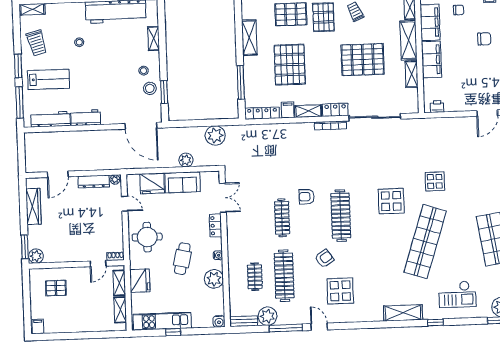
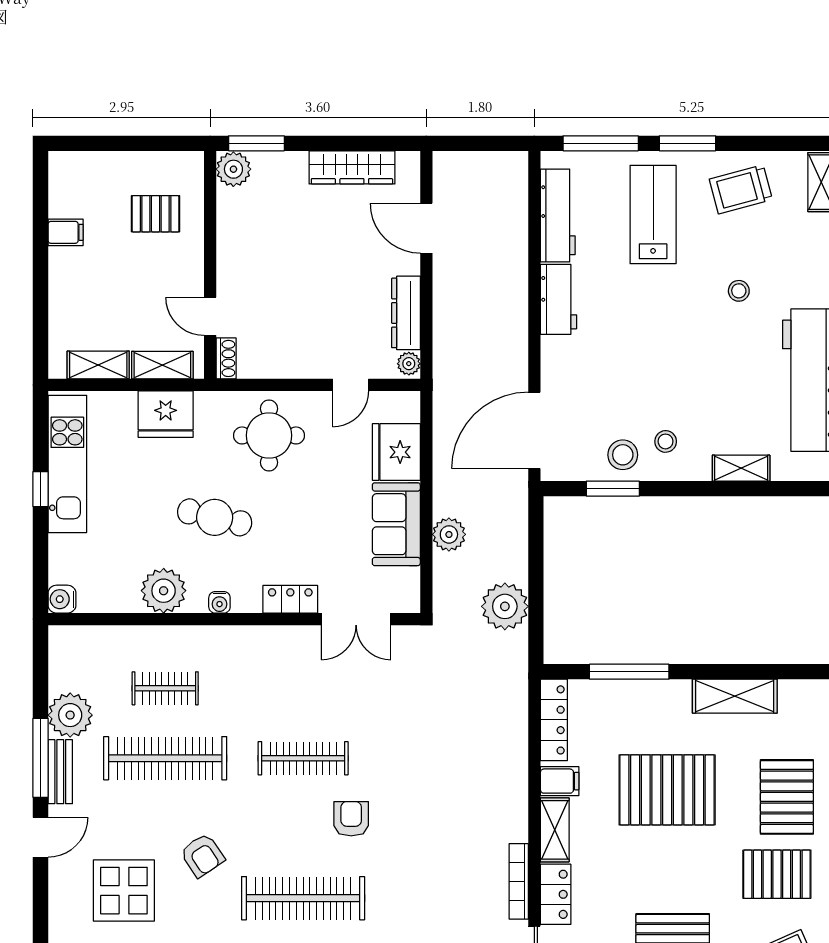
lab bench: (49, 79) -> (653, 214), turned 180
pallet: (56, 288) -> (156, 214), turned 90
bench: (244, 321) -> (60, 772), moved
filing cabinet: (38, 327) -> (66, 232), moved

